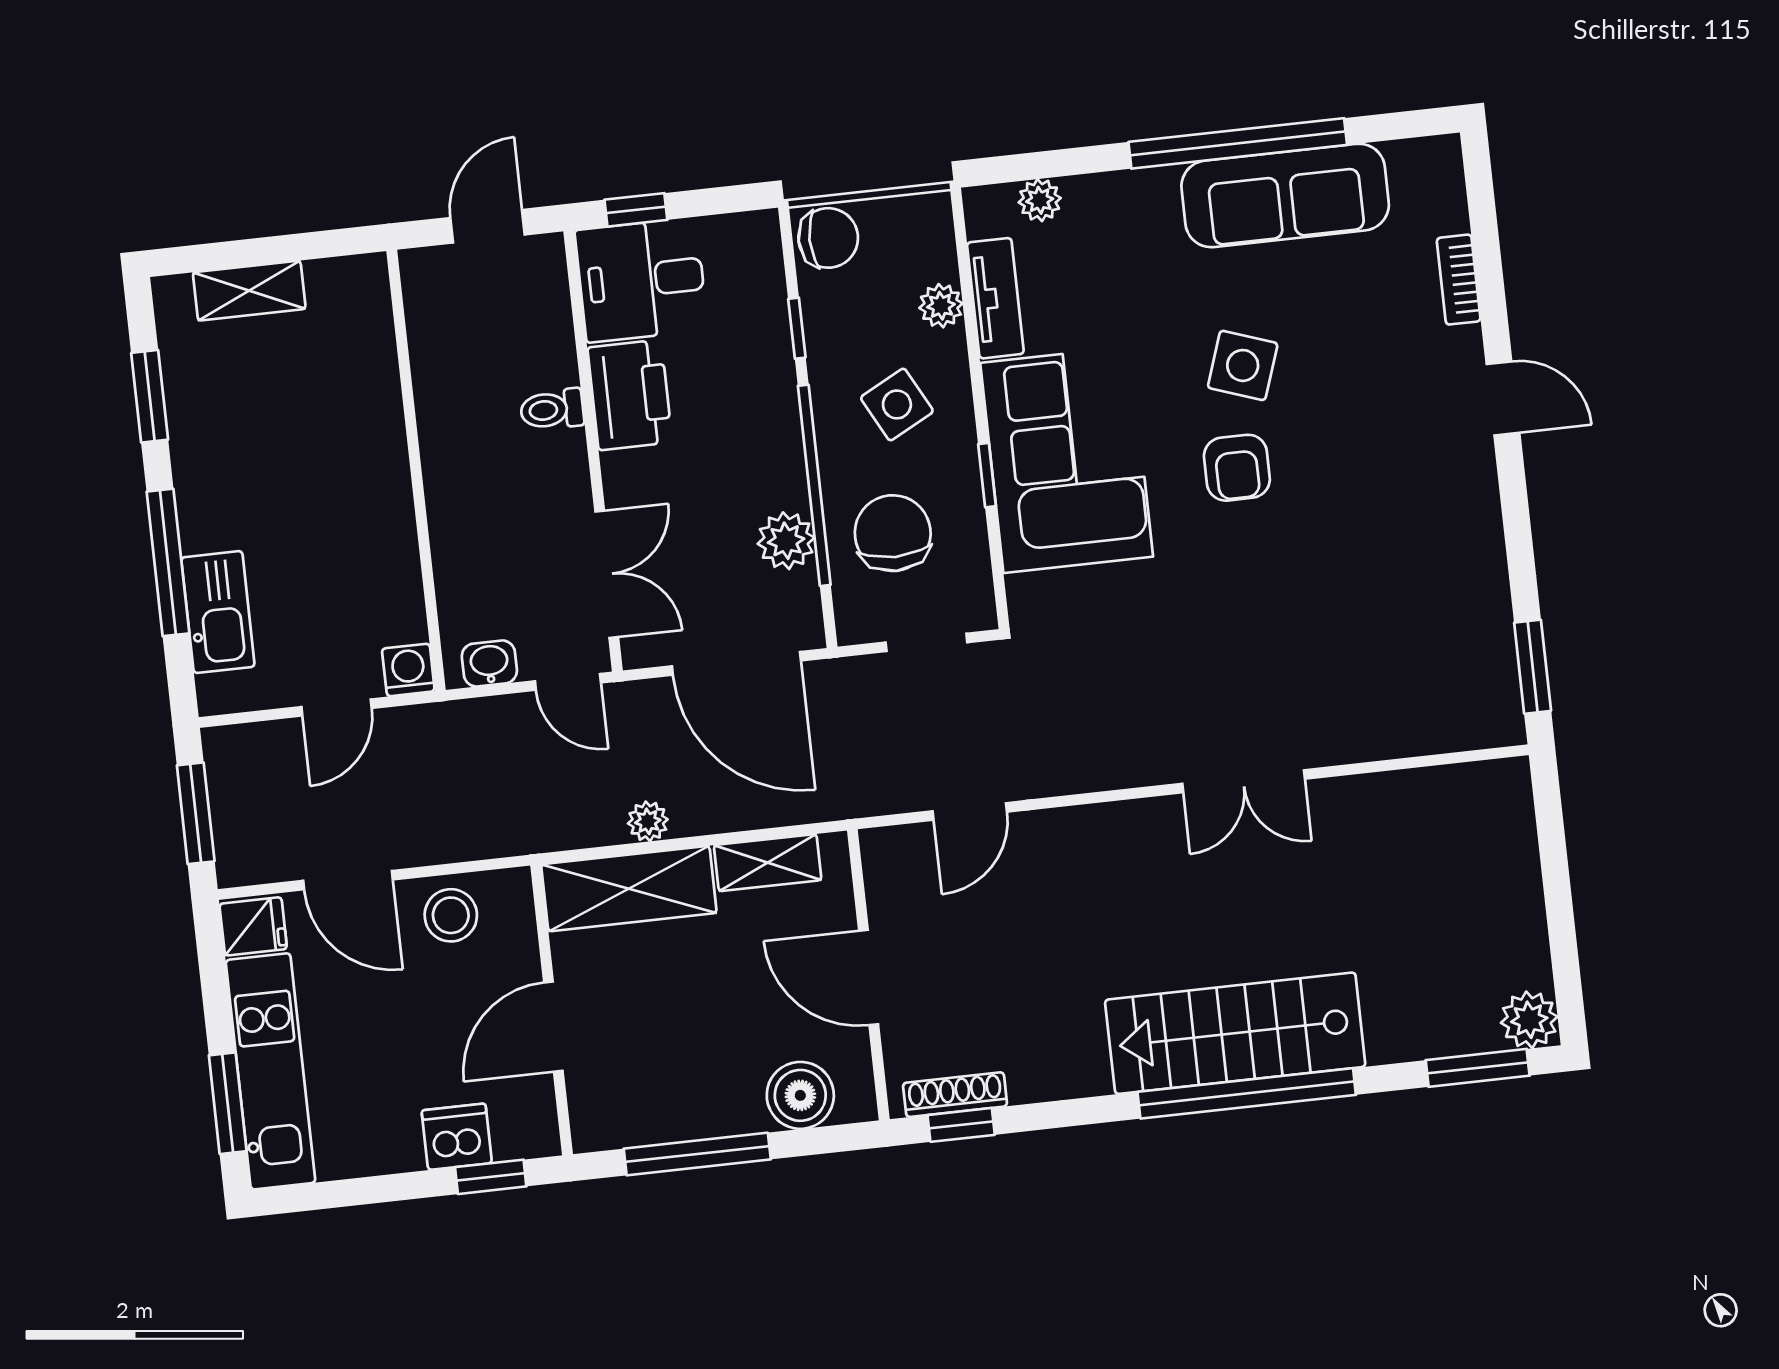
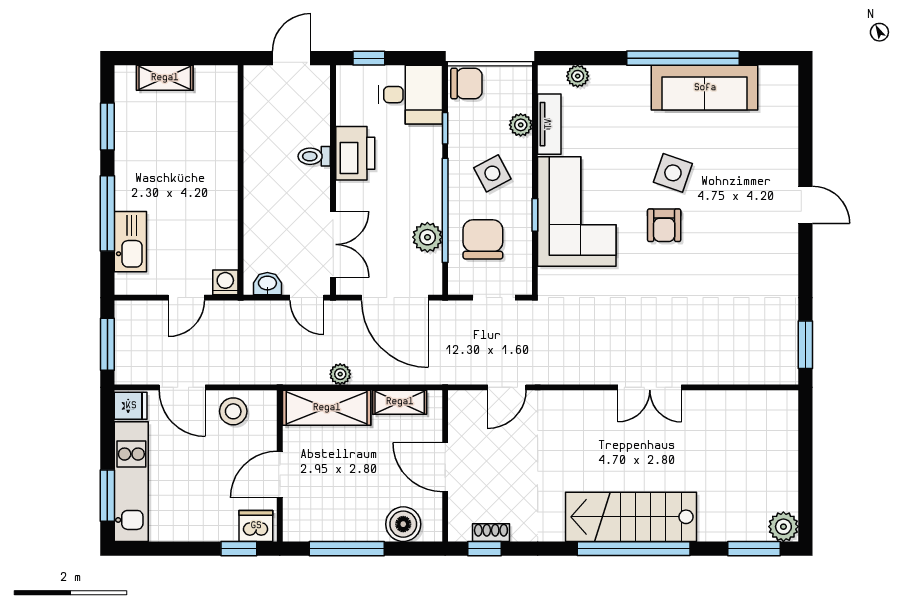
desk: (641, 280) -> (411, 95), moved, turned 180
bookcase: (1459, 280) -> (789, 141), removed
shoe rack: (955, 1095) -> (491, 533), width x0.70
dishwasher: (457, 1137) -> (256, 526), moved

